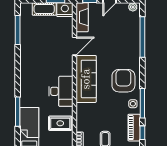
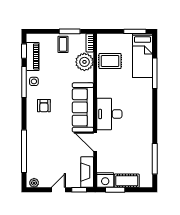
door: (74, 46) -> (95, 142), hinge flipped
armchair: (123, 81) -> (44, 106), width x0.53, depth x0.53
desk: (61, 91) -> (109, 114), moved
plant: (85, 122) -> (84, 62), added

